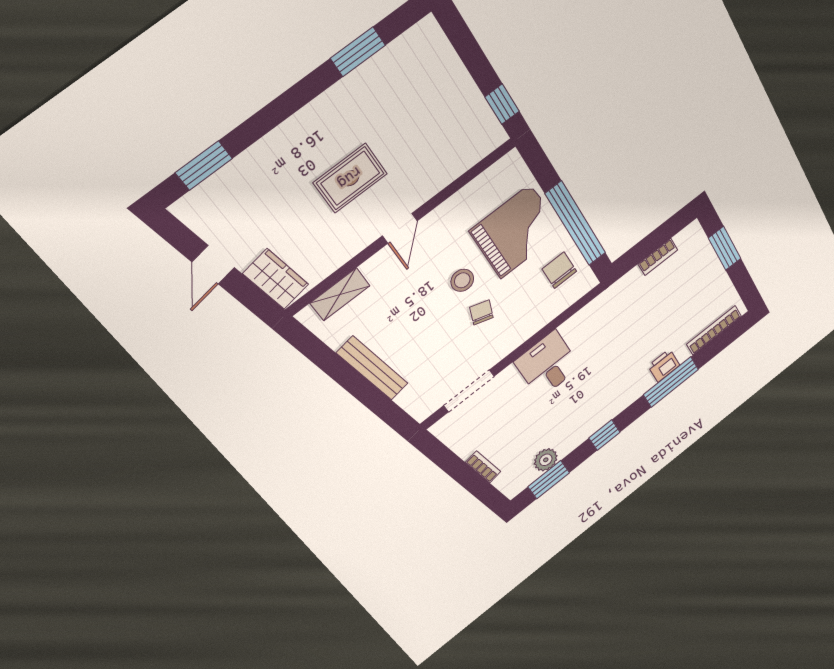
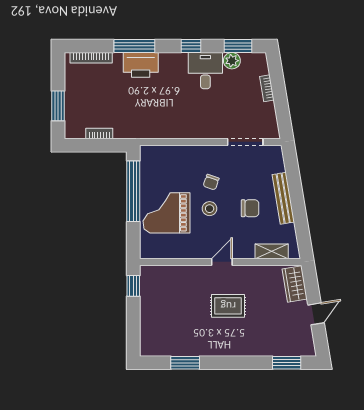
chair: (559, 270) -> (250, 208), moved, turned -90
desk: (547, 365) -> (205, 71), moved, turned 180
printer: (664, 366) -> (141, 65), width x1.87, depth x1.48

